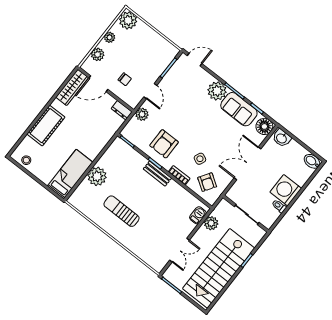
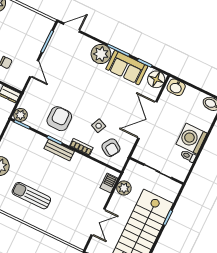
plant: (142, 114) -> (20, 115), moved
armchair: (164, 144) -> (59, 119), turned 180

